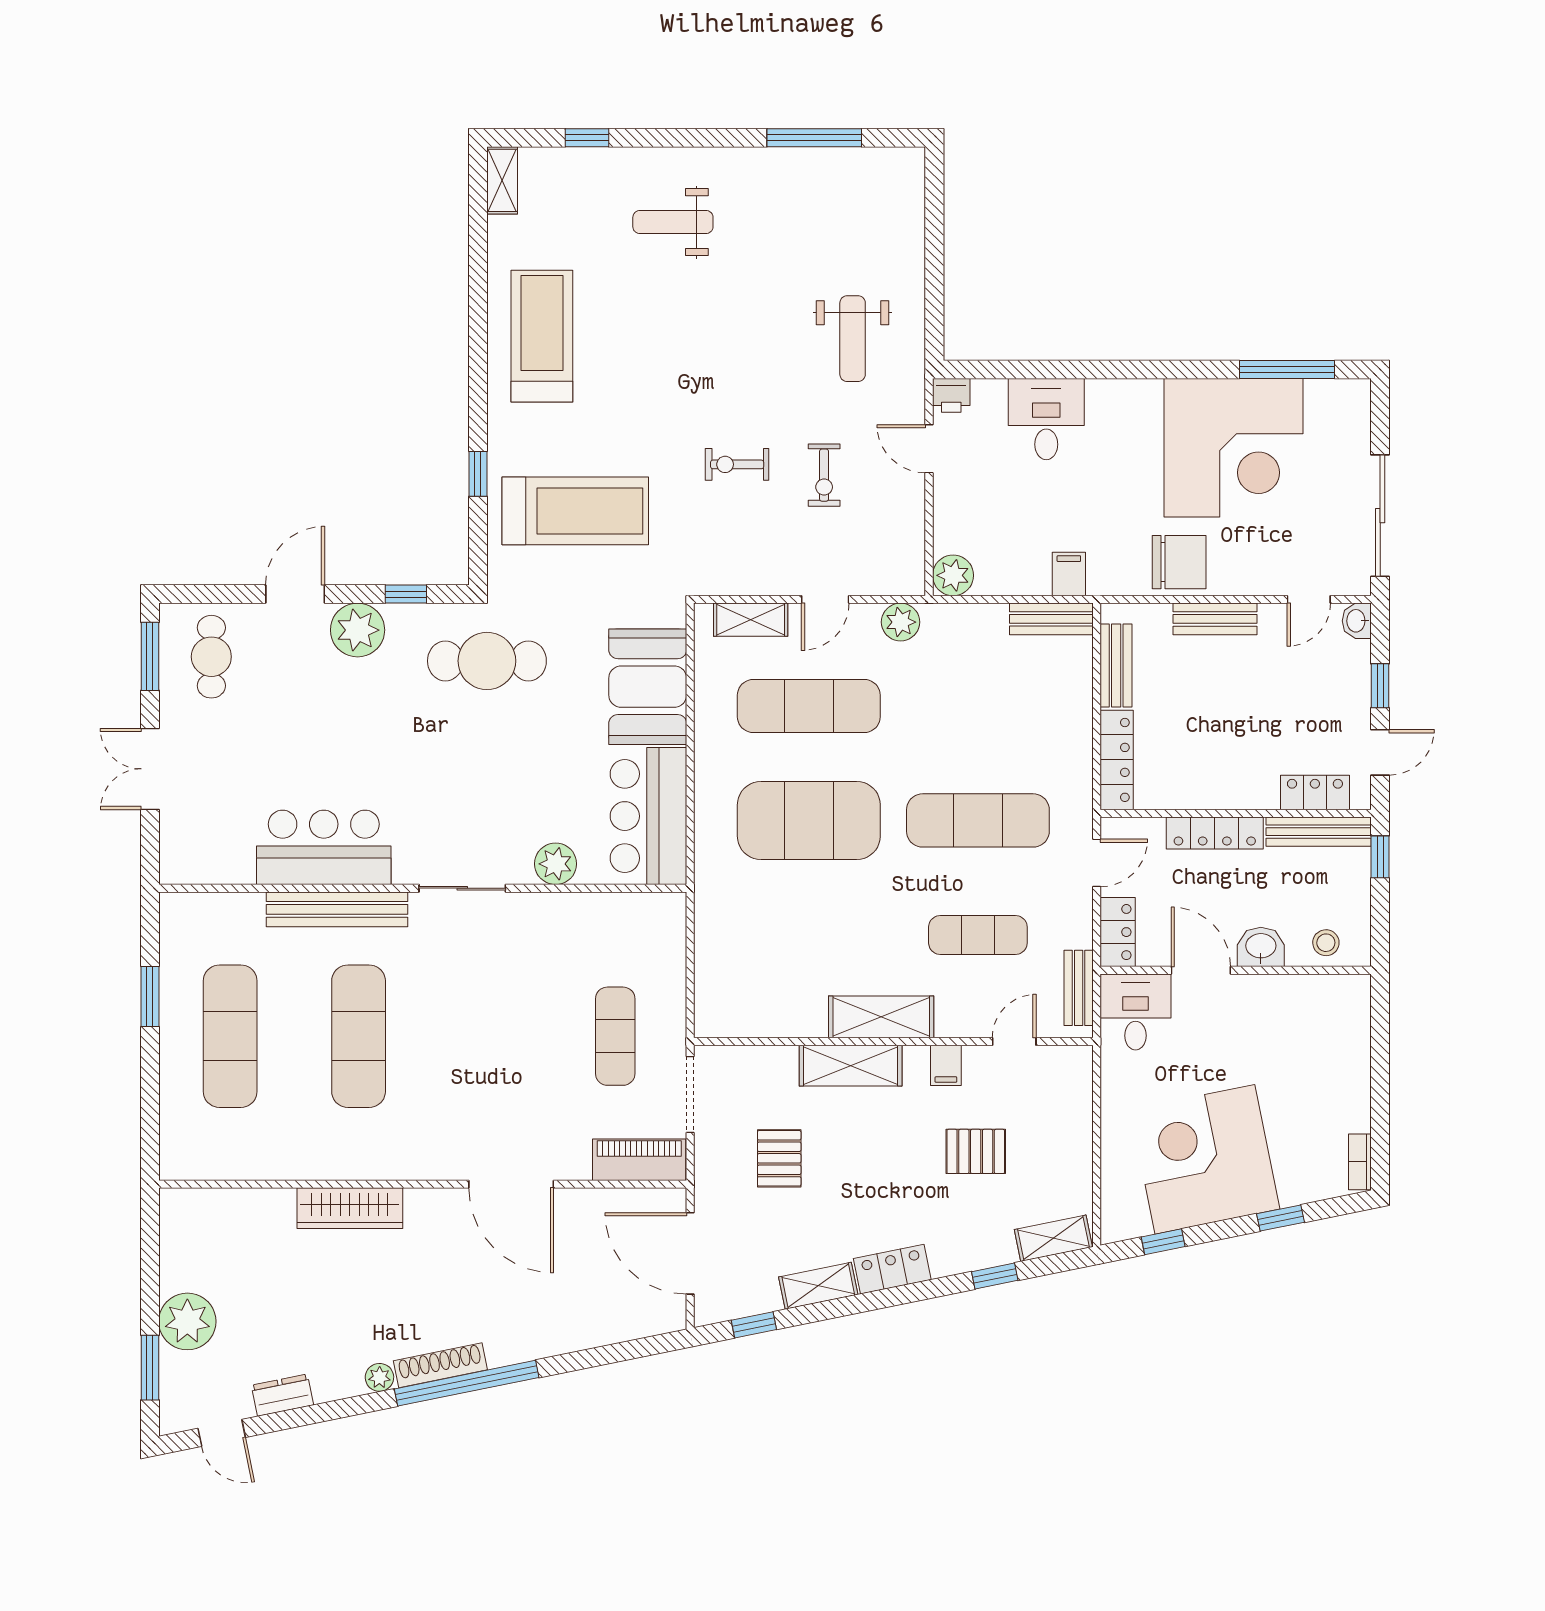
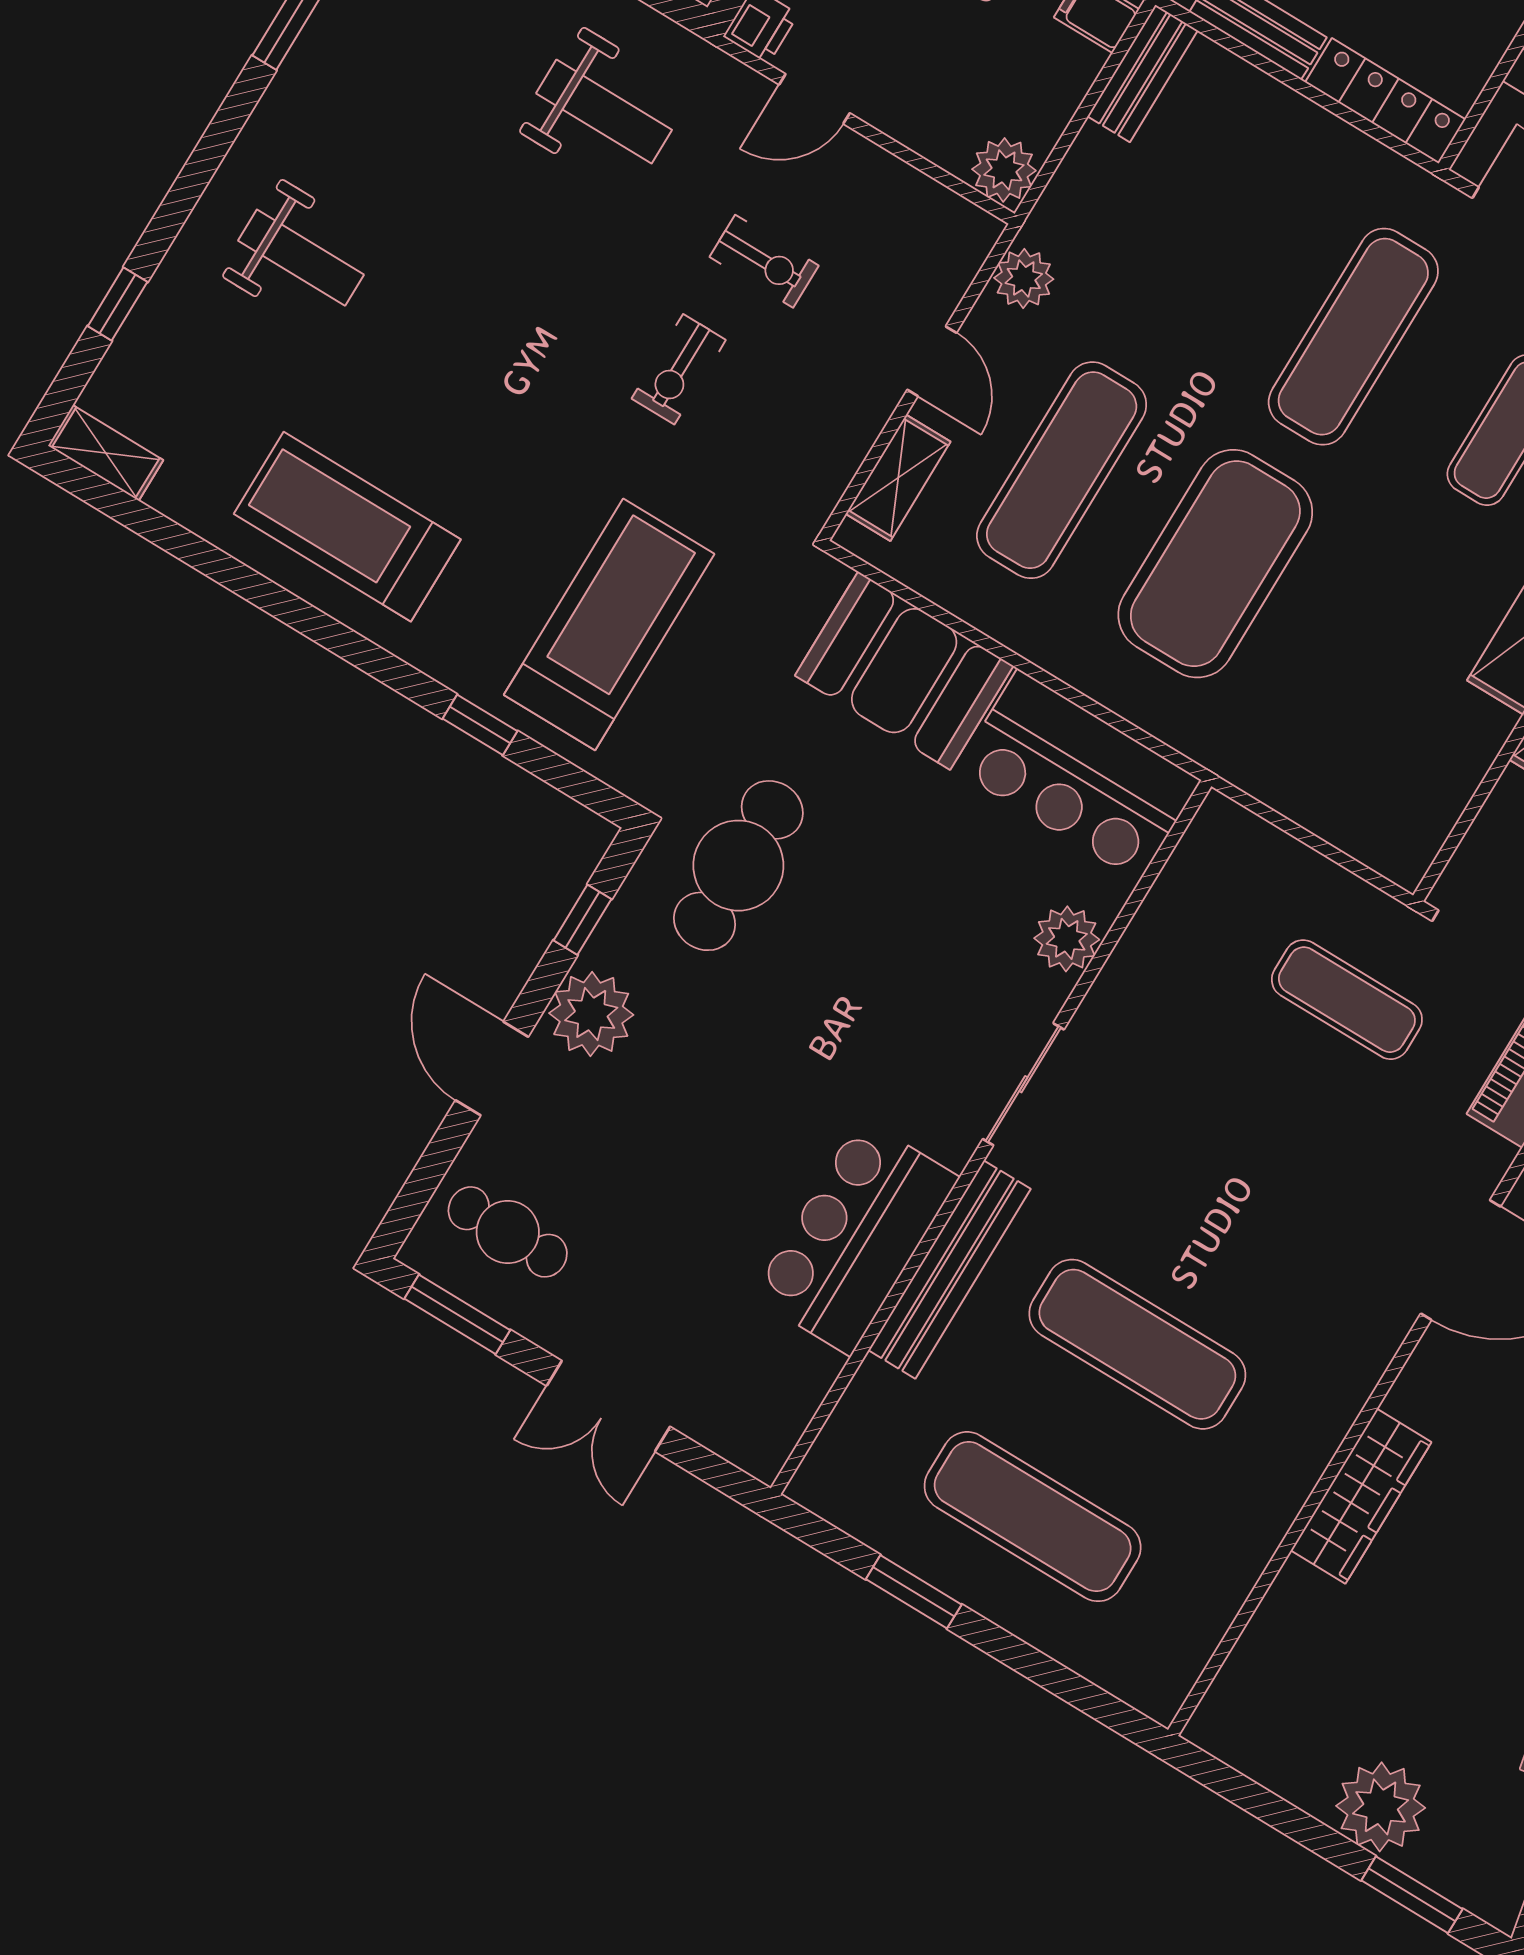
weight bench: (673, 222) -> (301, 258), turned -90

